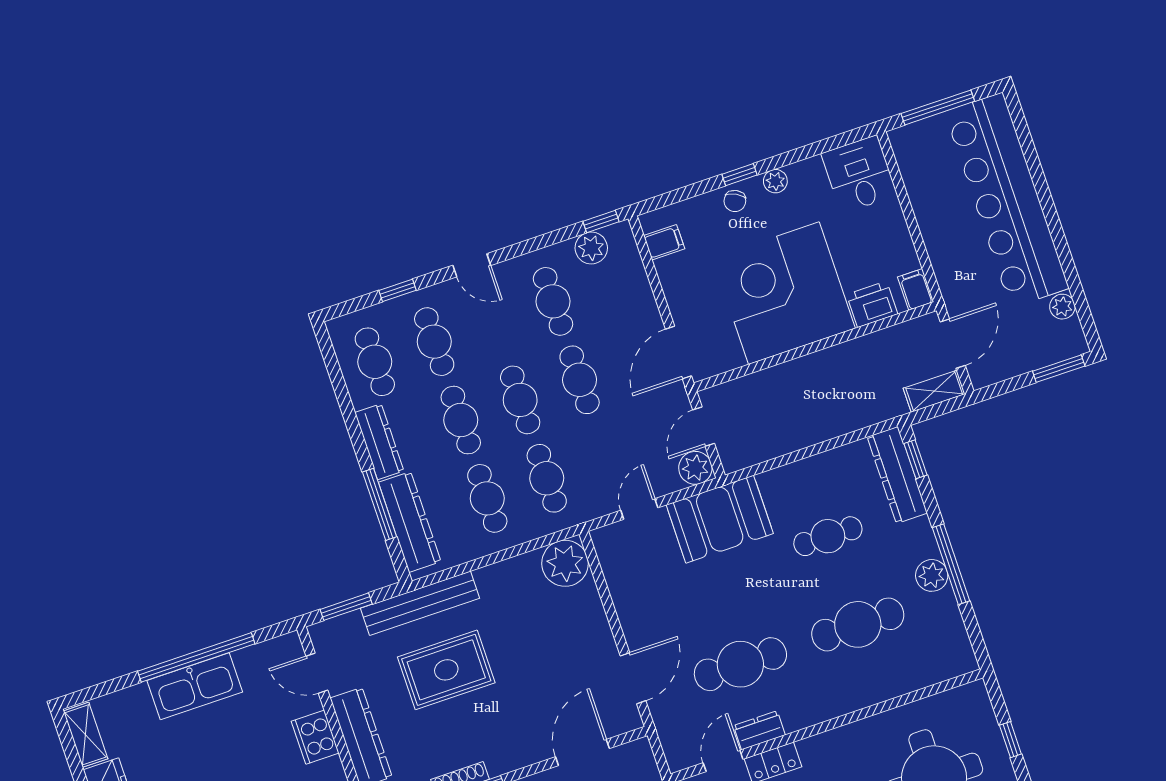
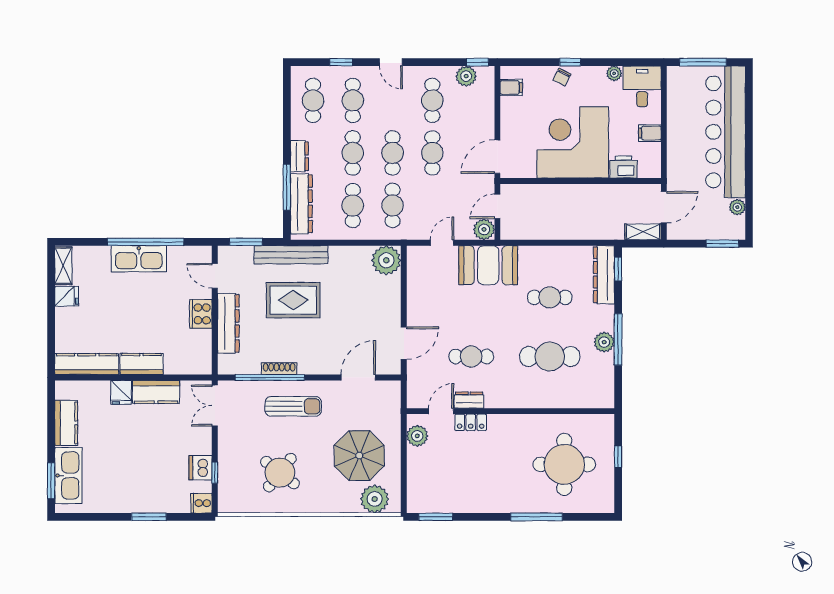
plant: (775, 181) -> (614, 73), moved
filing cabinet: (916, 289) -> (650, 133), moved, turned -90
dresser: (379, 442) -> (299, 156), width x0.70
cafe table: (740, 664) -> (471, 357), width x0.73, depth x0.74

